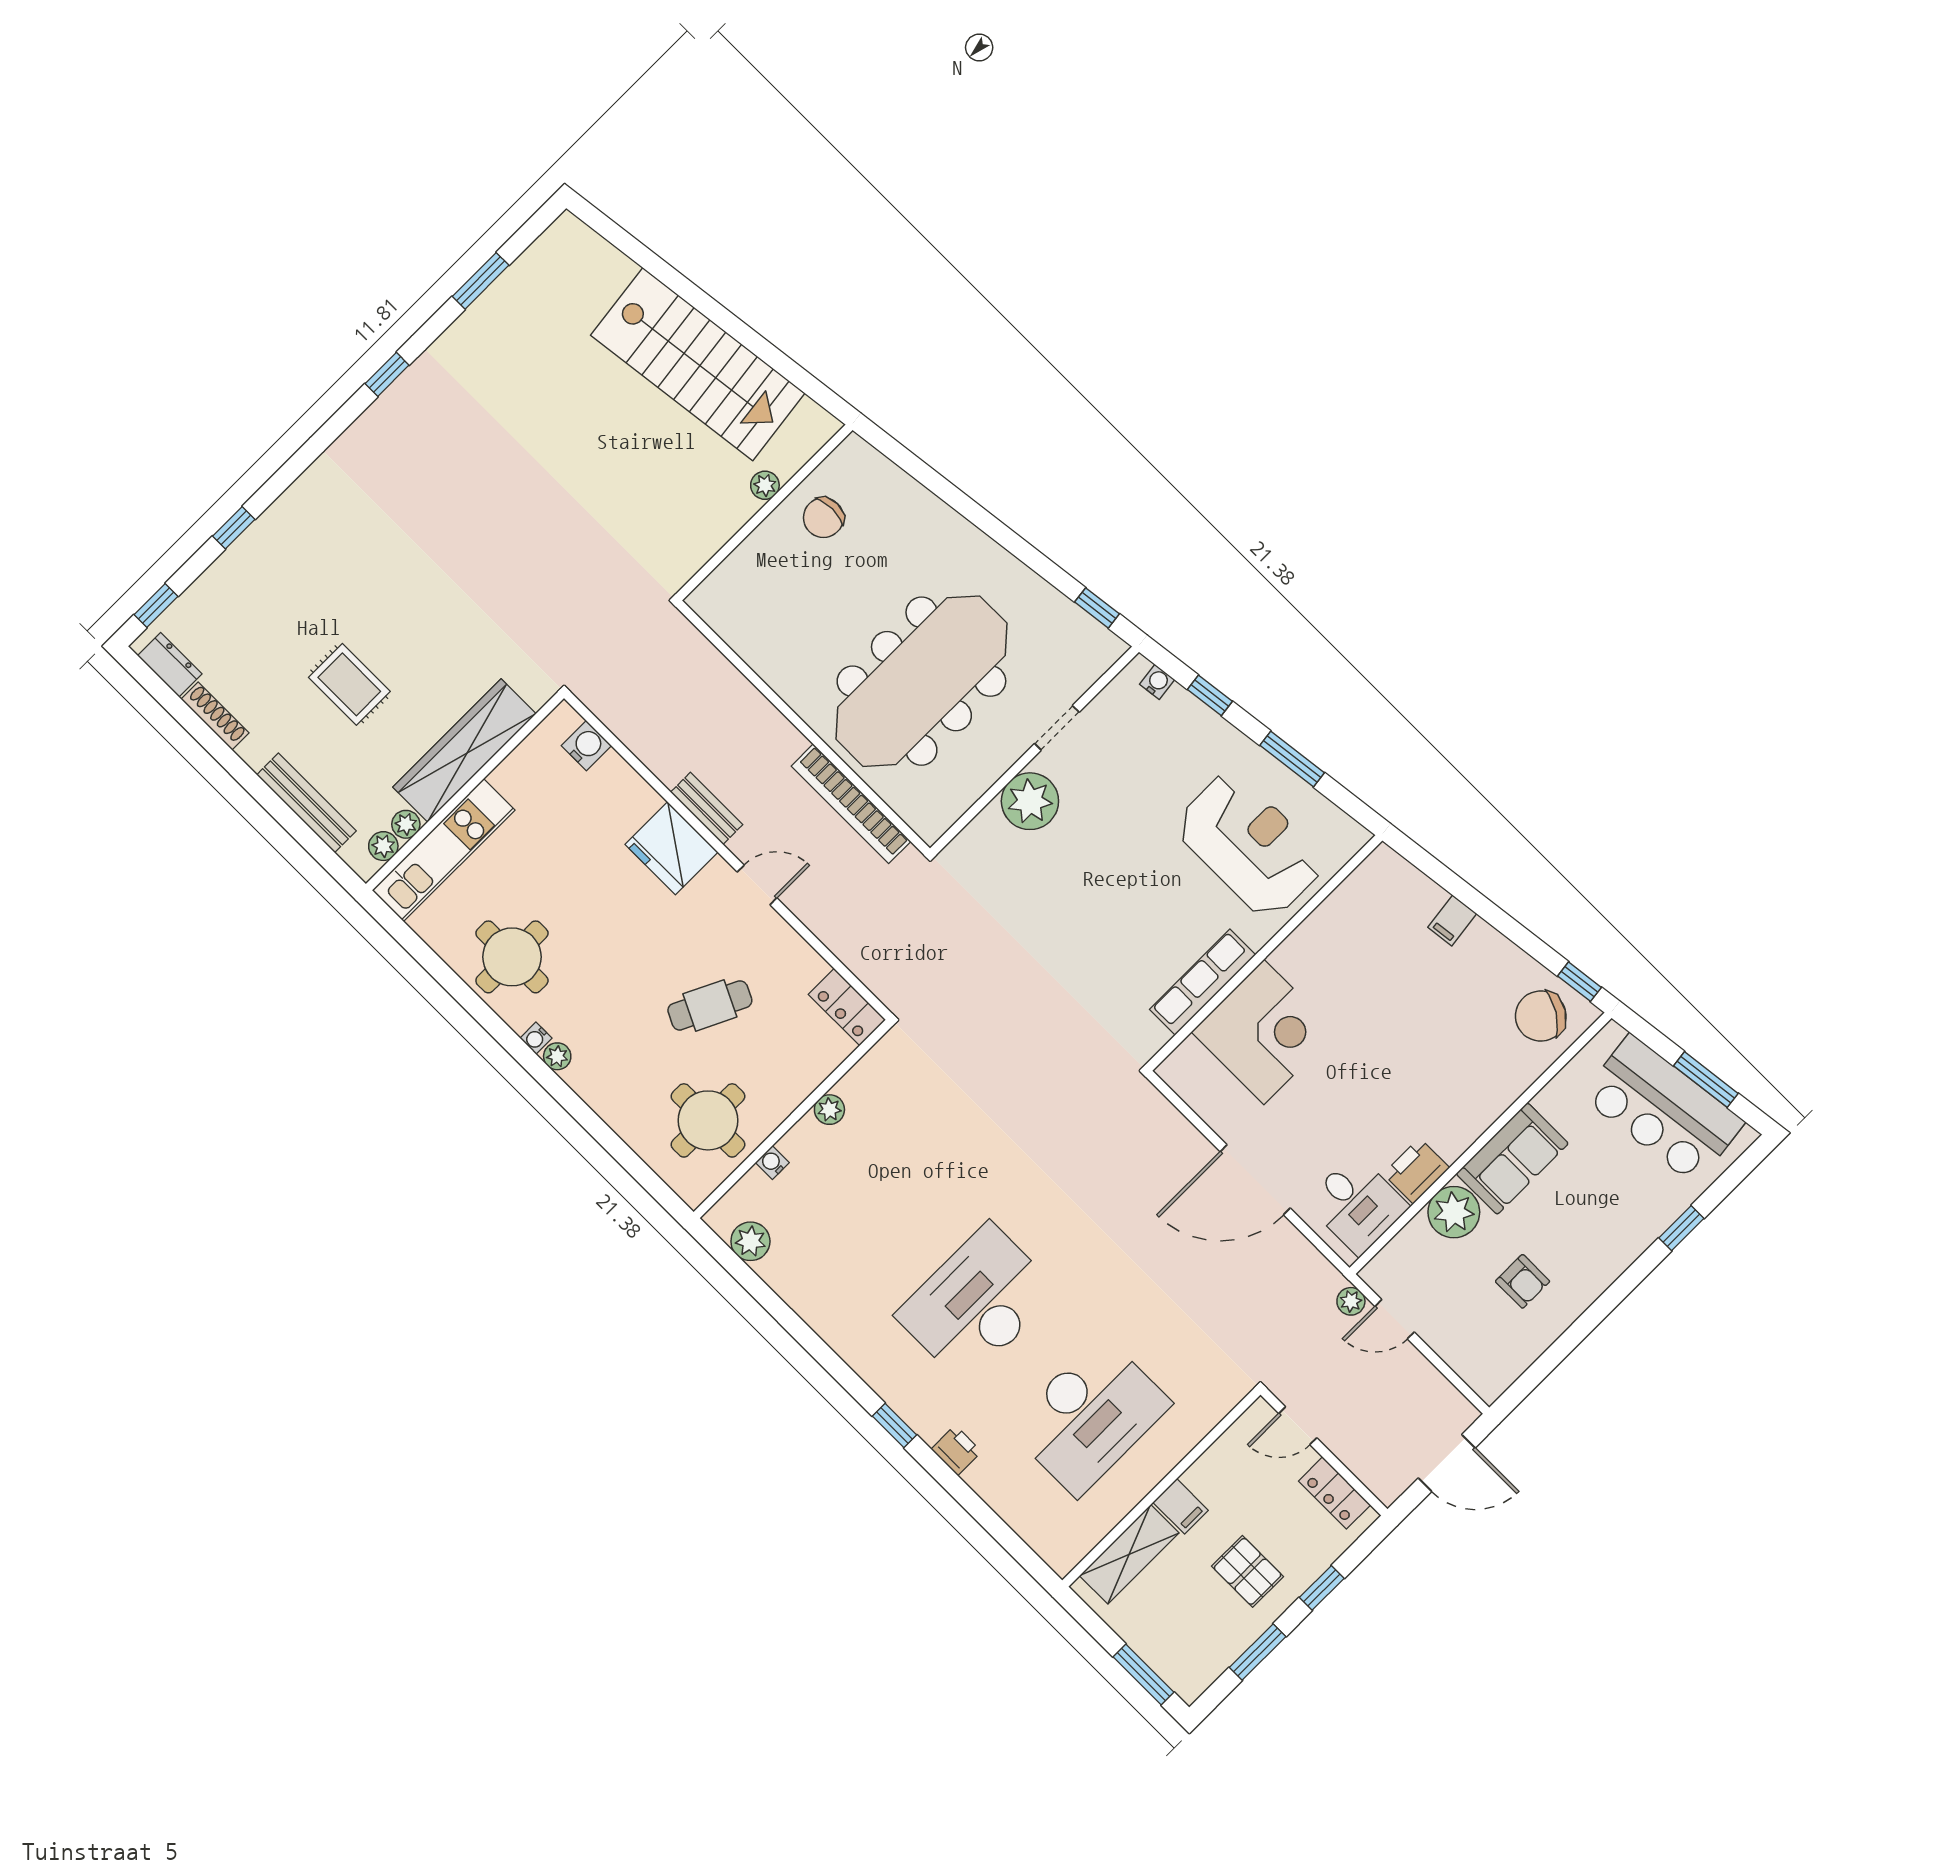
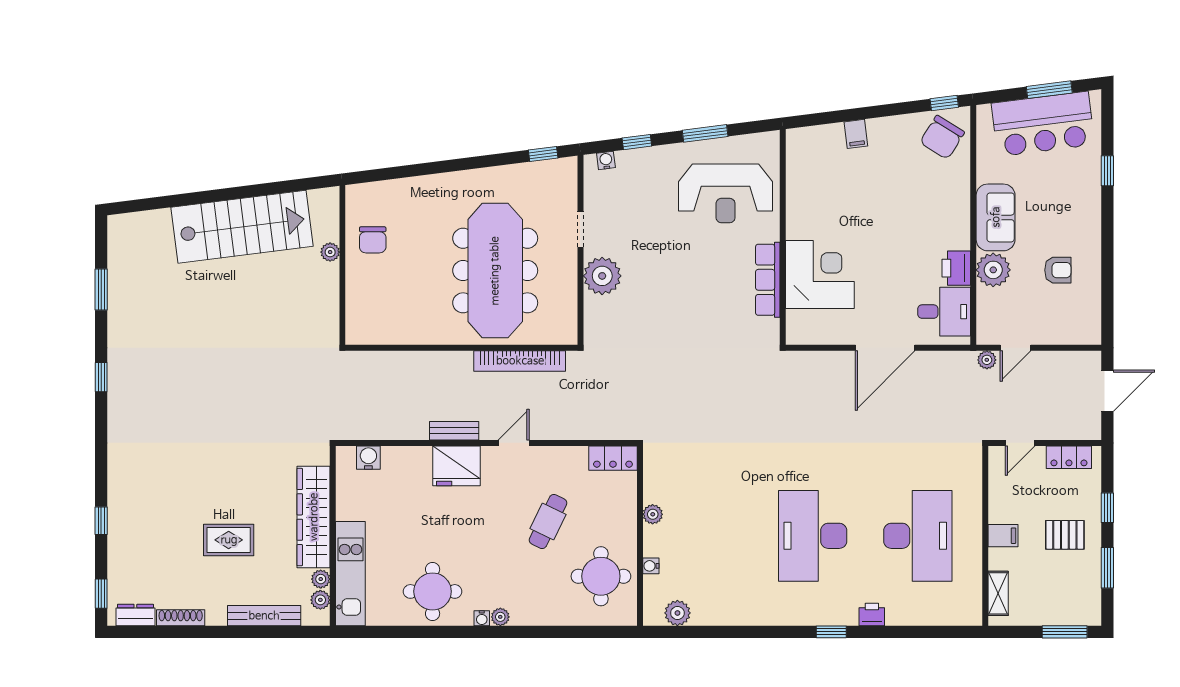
reception desk: (1250, 845) -> (726, 193), turned 180
shelving: (1129, 1554) -> (998, 593), width x0.67, depth x0.75

